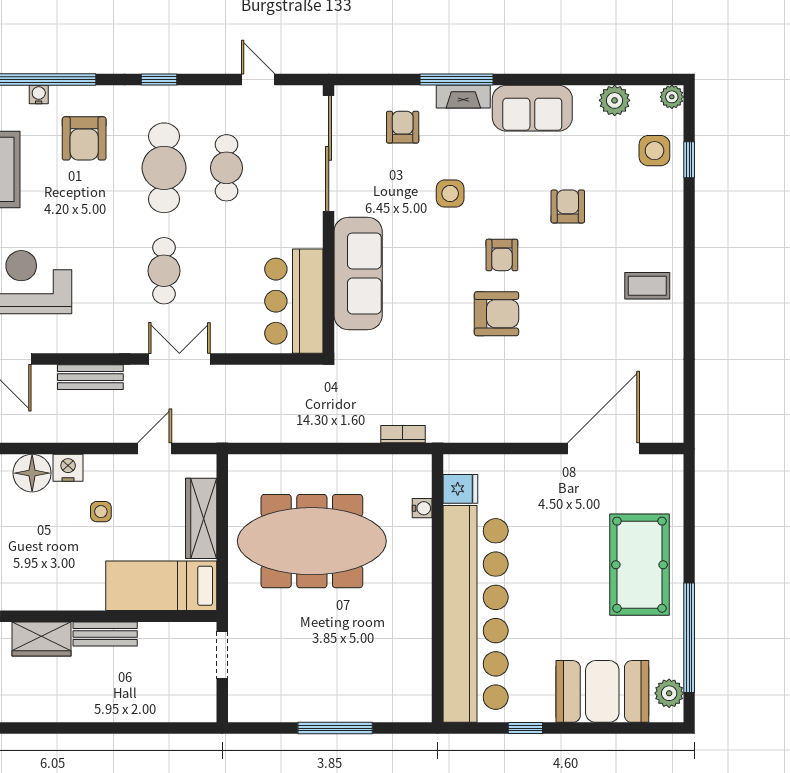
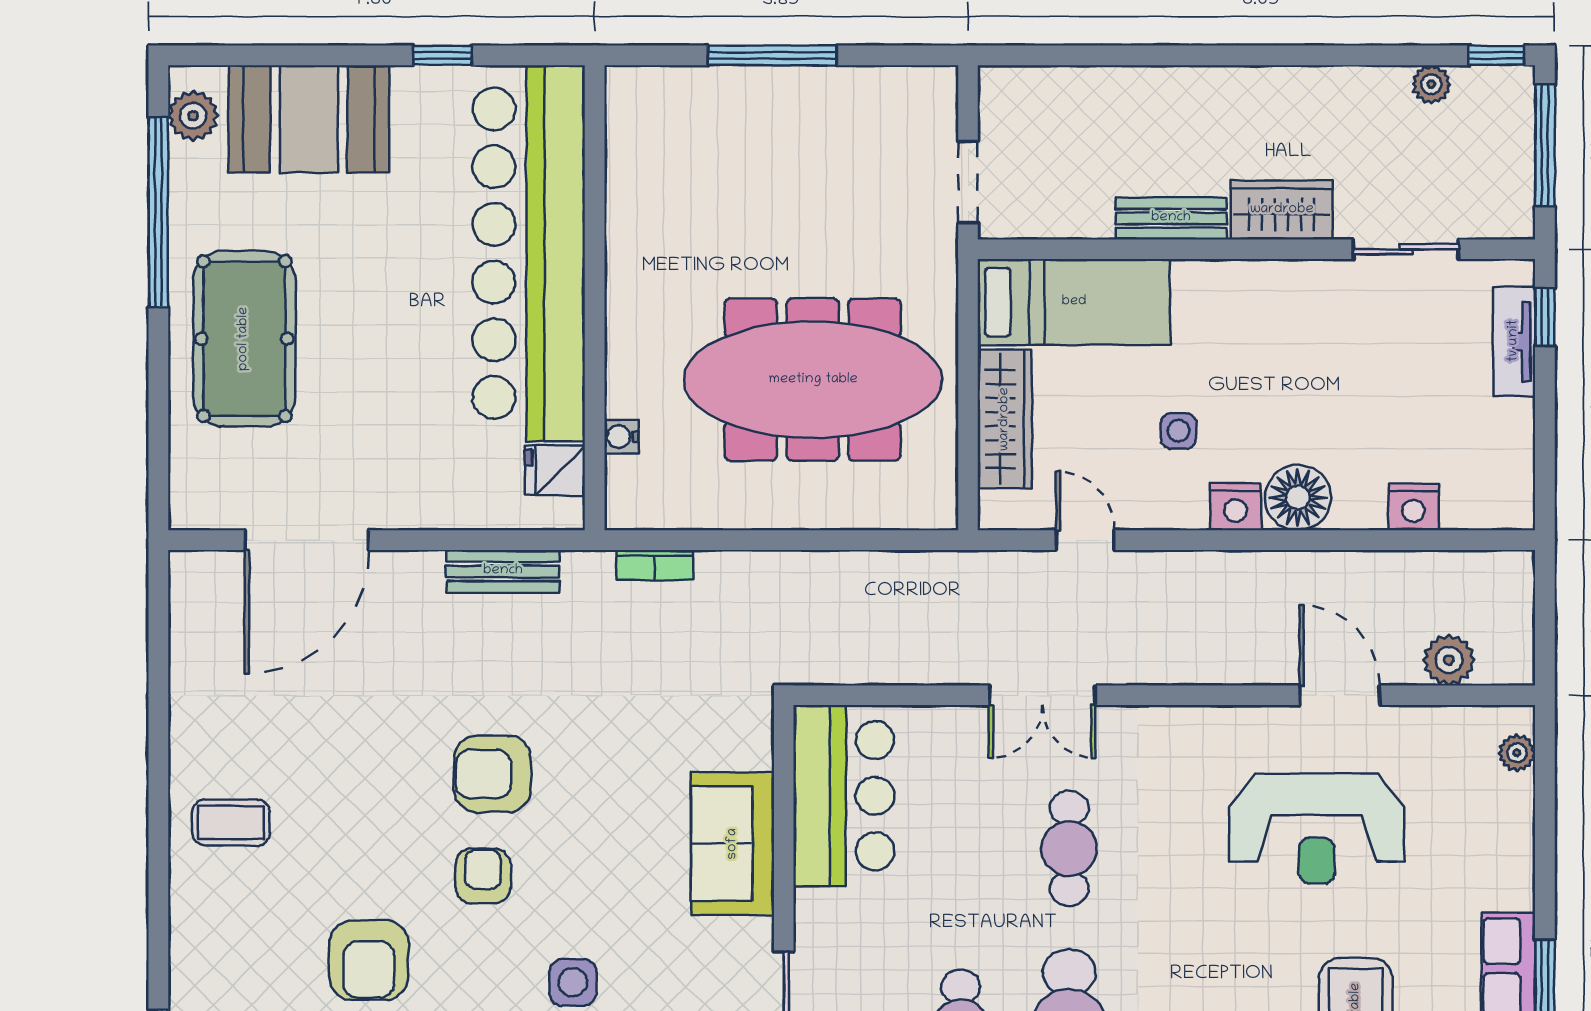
armchair: (568, 206) -> (369, 960), width x1.38, depth x1.38
sofa: (358, 273) -> (733, 844), width x0.73
bench: (90, 377) -> (503, 571), moved
door: (155, 449) -> (1085, 540), swing flipped

